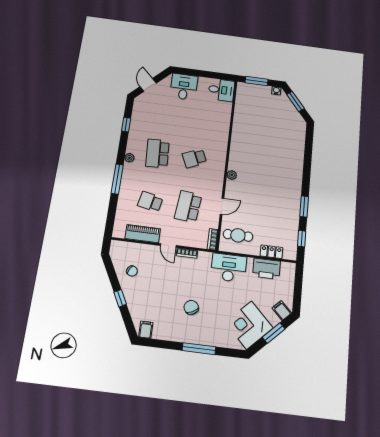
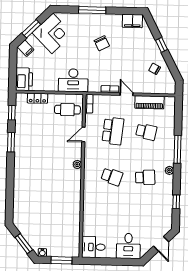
school desk: (157, 153) -> (145, 177), width x0.54
school desk: (194, 158) -> (112, 177), turned 42
printer: (266, 269) -> (24, 79), moved, turned 90
filing cabinet: (146, 330) -> (132, 21), width x2.00

